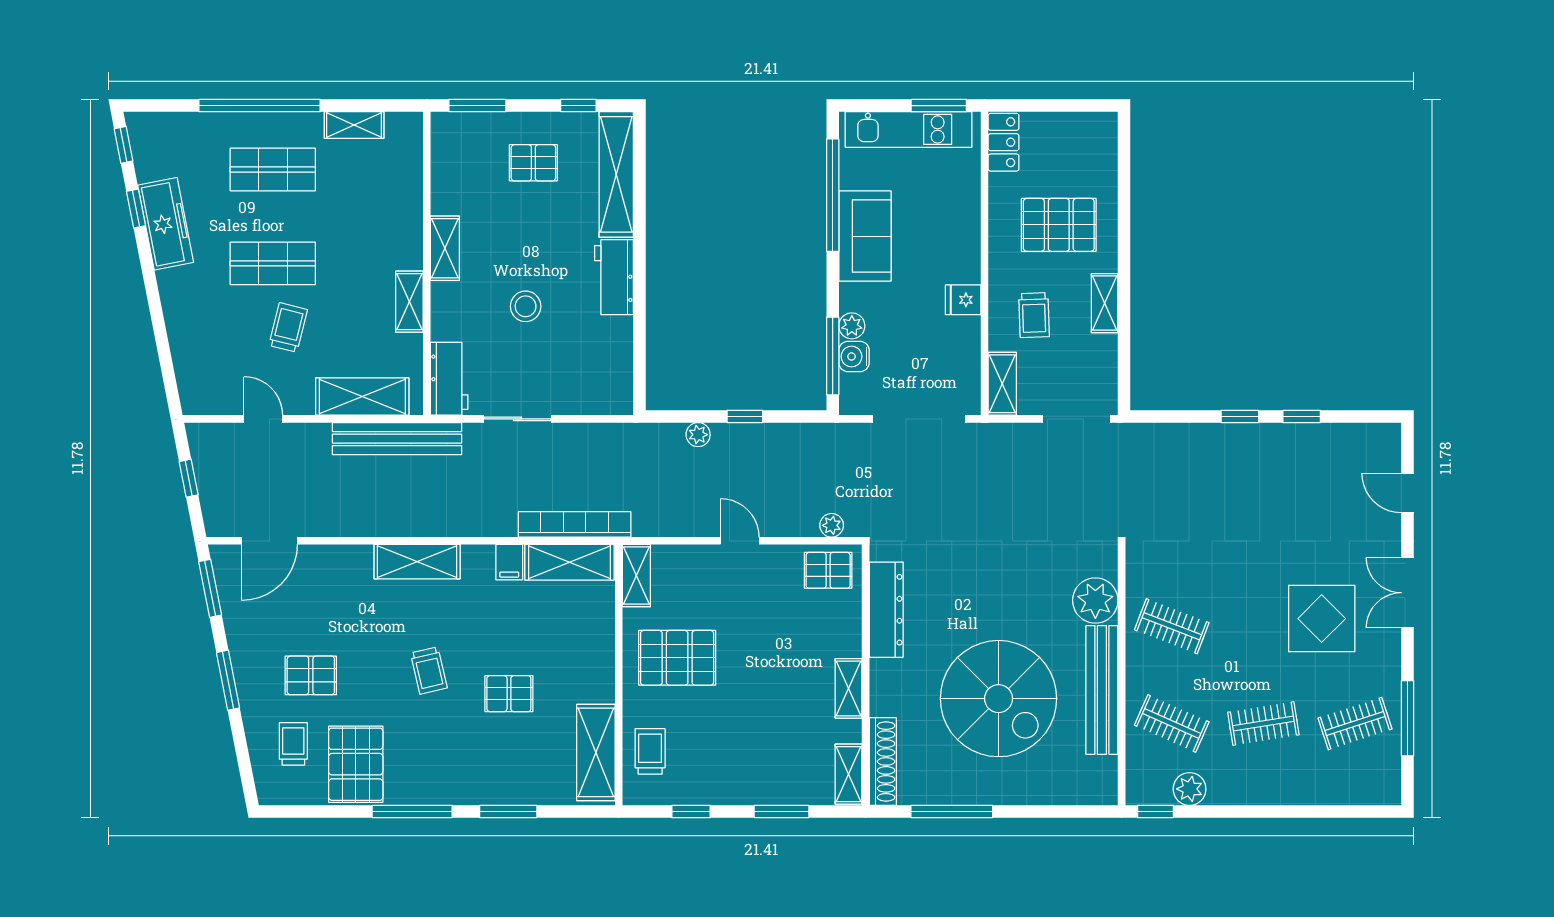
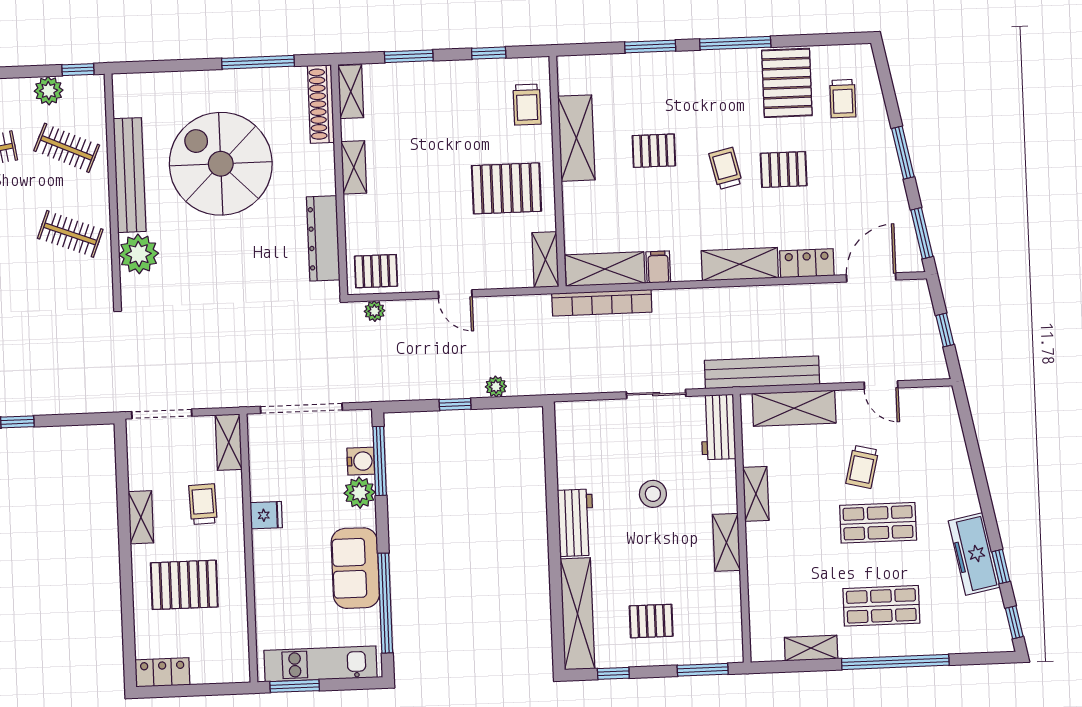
locker: (1004, 142) -> (162, 672), moved, turned 90
plant: (852, 326) -> (360, 493), width x1.38, depth x1.38
locker: (341, 560) -> (807, 263), added
pallet: (311, 675) -> (784, 170), moved
shelving: (596, 752) -> (576, 138), moved

